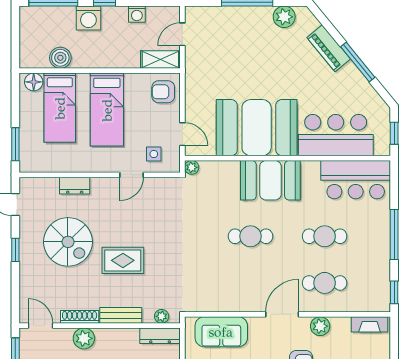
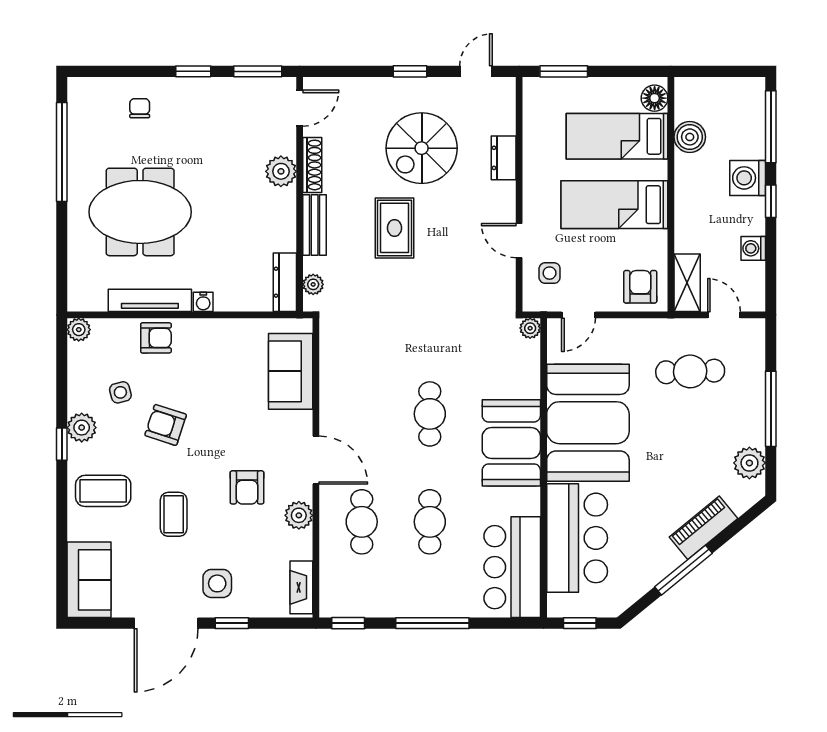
cafe table: (221, 57) -> (690, 371), added

